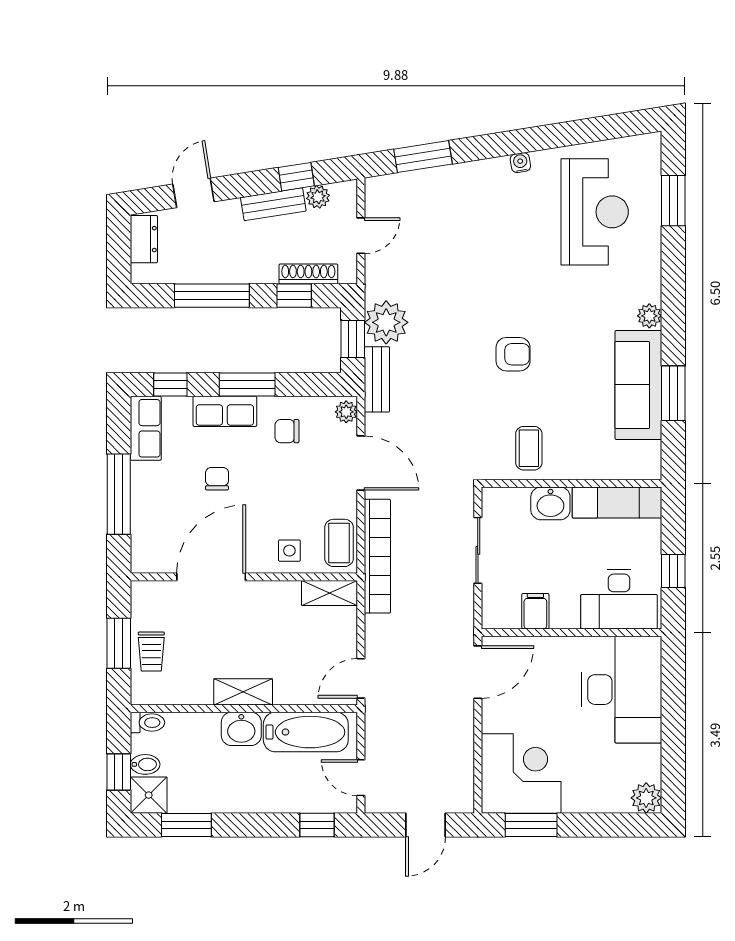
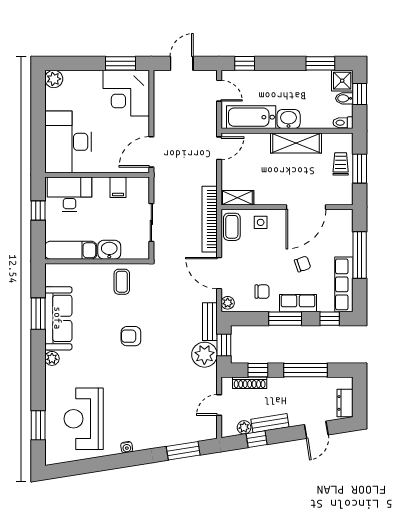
row of seats: (146, 428) -> (344, 284), width x1.48
chair: (217, 479) -> (303, 264), turned -109
shelving: (243, 692) -> (296, 143), width x1.50, depth x1.33

